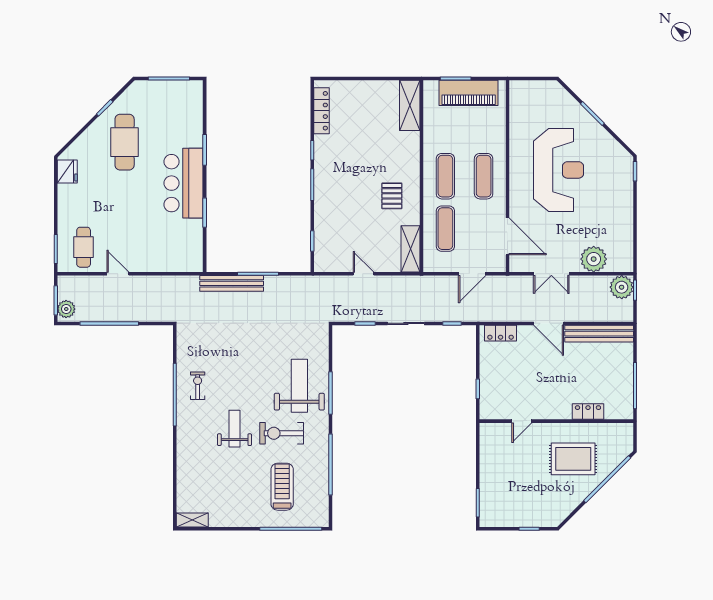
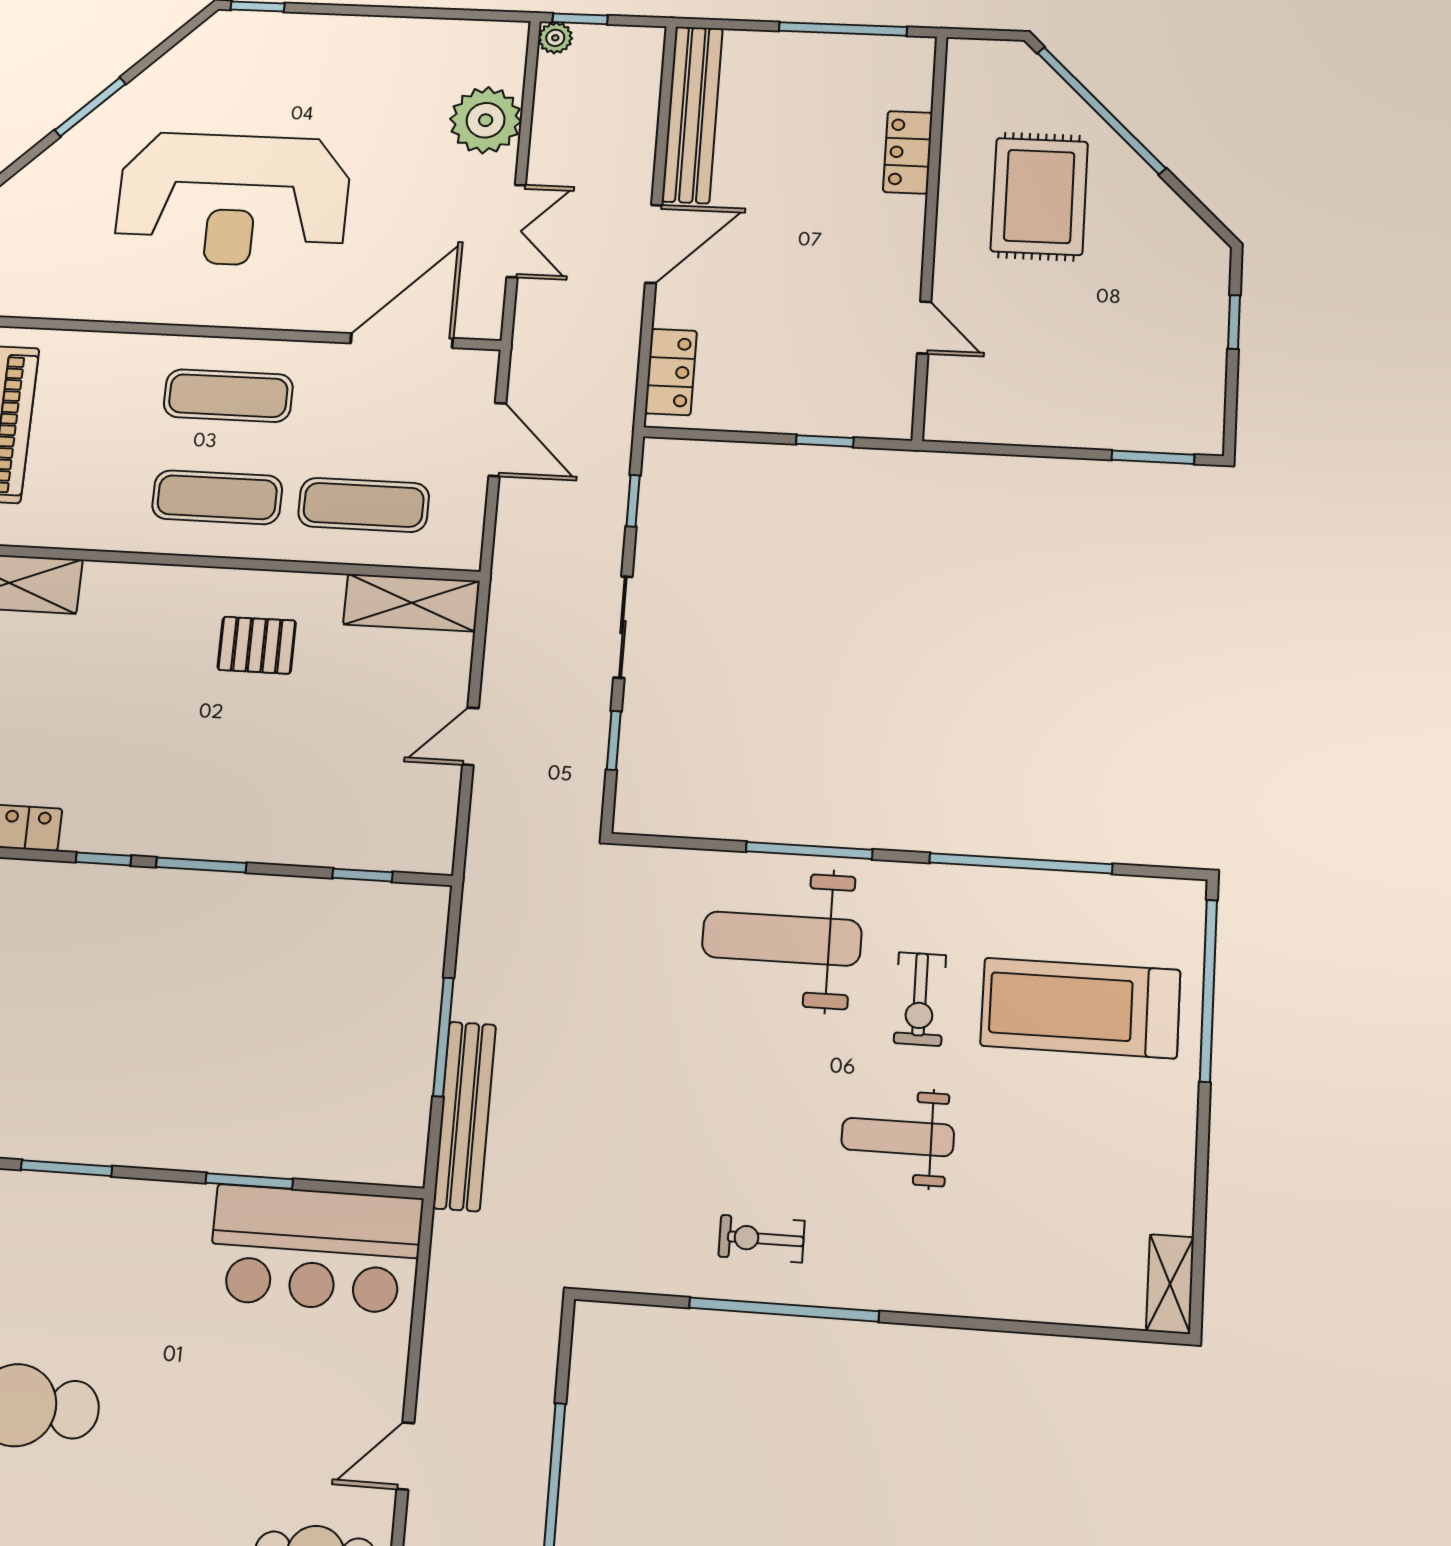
reception desk: (559, 170) -> (233, 200), turned 180
bar counter: (184, 183) -> (315, 1249), moved
plant: (622, 287) -> (555, 38), width x0.53, depth x0.53
exercise bike: (282, 433) -> (920, 999), width x0.73, depth x0.72
treadmill: (282, 487) -> (1080, 1008), width x1.37, depth x1.38

